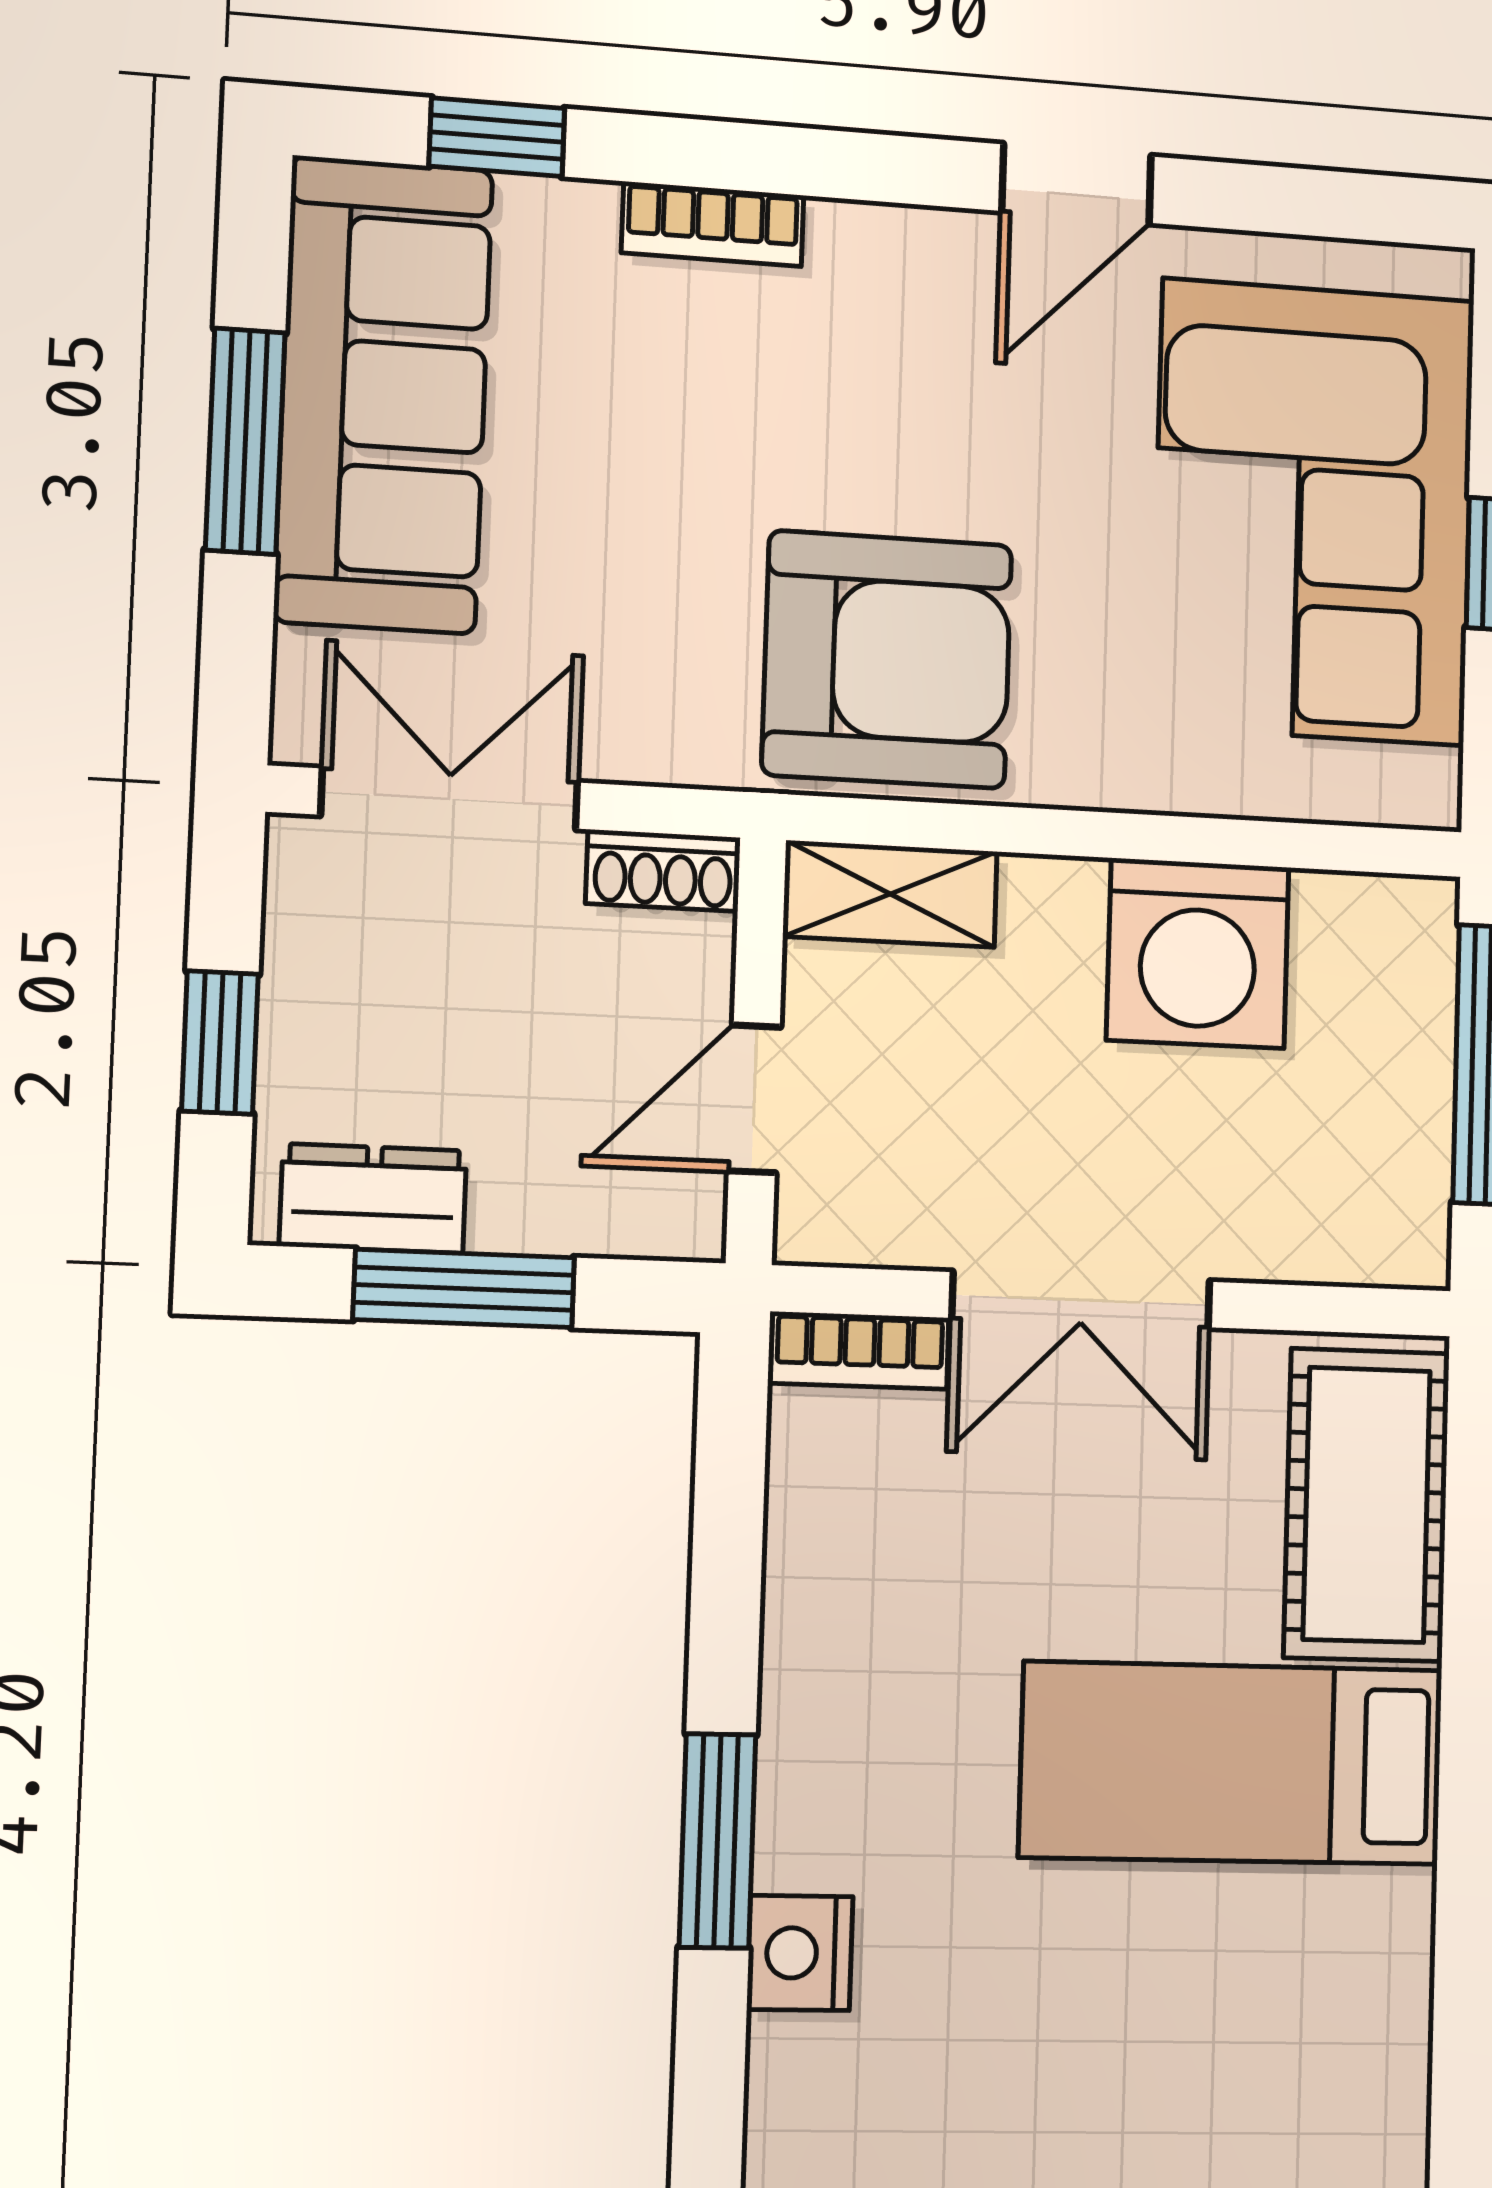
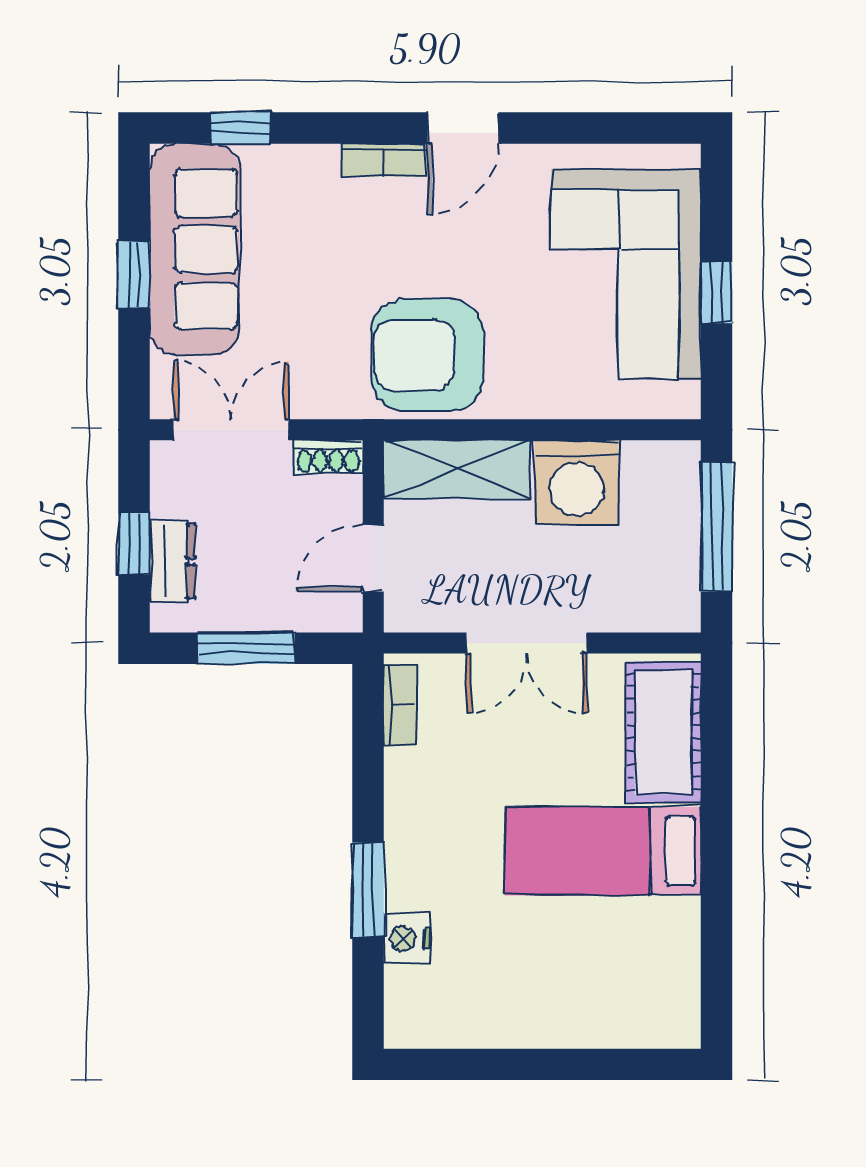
door: (1076, 184) -> (463, 128), moved
bookcase: (713, 224) -> (383, 160), moved
window: (245, 441) -> (134, 275), width x0.67
armchair: (887, 660) -> (427, 355), turned 180
shelving: (890, 894) -> (457, 469), width x1.50, depth x1.33
dresser: (373, 1198) -> (172, 561), moved, turned 90
bookcase: (860, 1351) -> (400, 705), moved, turned -90

